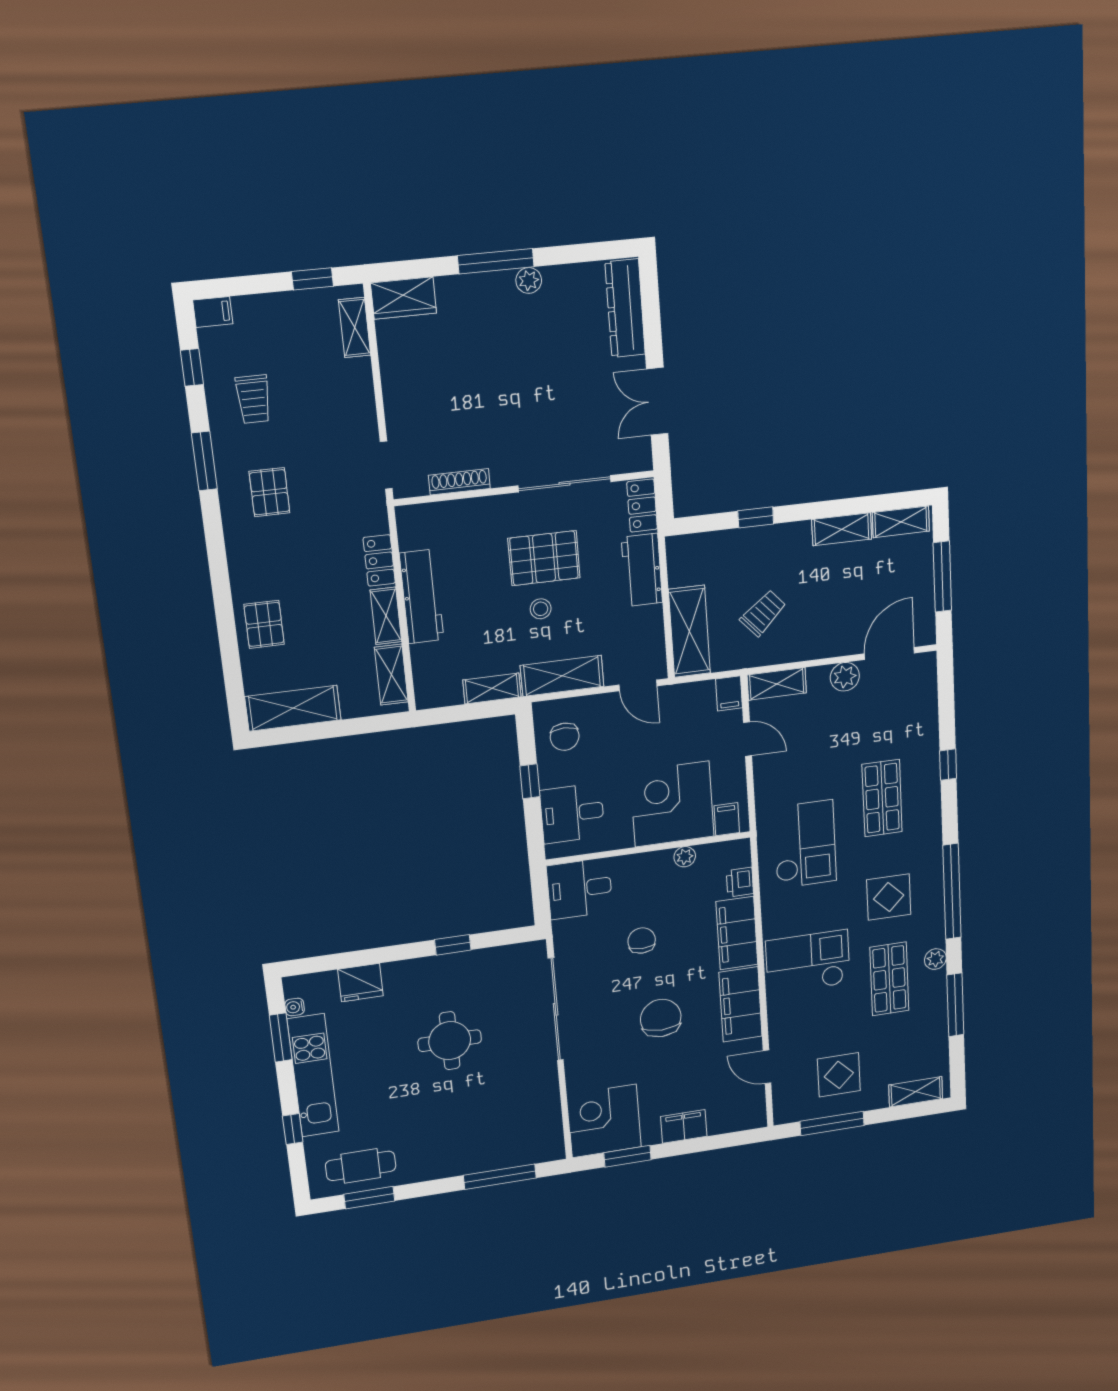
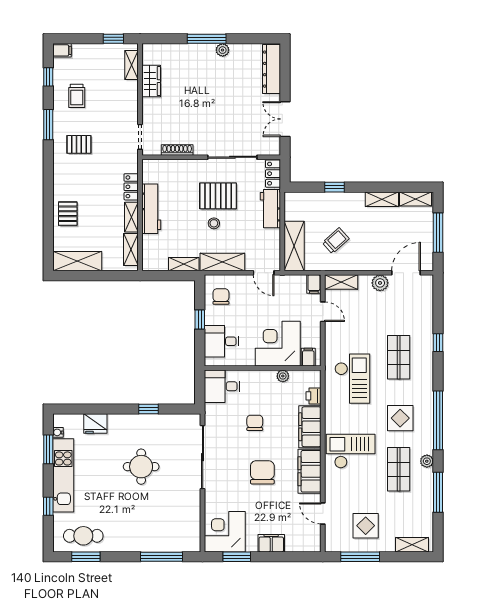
wardrobe: (404, 298) -> (151, 81), moved, turned -90
pallet: (269, 492) -> (79, 144), turned 90
chair: (565, 737) -> (221, 297), turned 180

